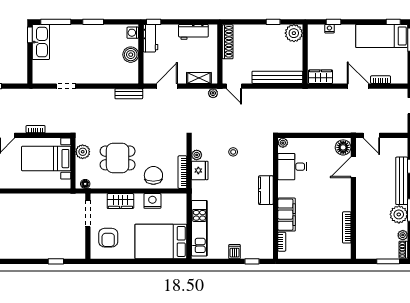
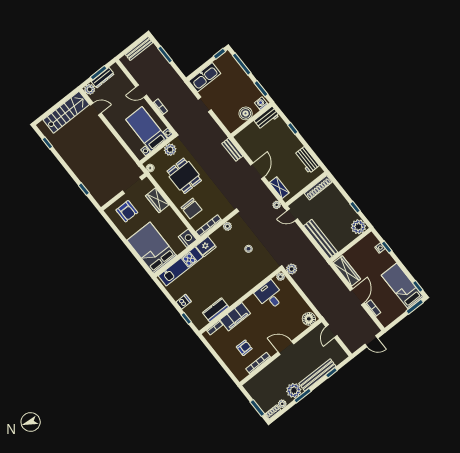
washing machine: (133, 33) -> (261, 103), moved
workbench: (151, 38) -> (267, 118), moved
kitchen sink: (41, 42) -> (205, 77), moved
wall: (141, 54) -> (251, 120), moved
boiler: (131, 55) -> (246, 113), moved
wardrobe: (321, 77) -> (347, 271), width x1.50
door: (167, 86) -> (257, 171), hinge flipped
door: (234, 86) -> (292, 215), hinge flipped
plant: (284, 127) -> (292, 269), added
door: (353, 167) -> (286, 348), moved
fridge: (200, 170) -> (206, 247), moved
chair: (153, 175) -> (191, 209), turned 90
kitchen counter: (266, 190) -> (216, 310), moved
nightstand: (152, 201) -> (188, 238), moved
armchair: (322, 229) -> (244, 348), added
armchair: (108, 238) -> (127, 211), turned -90

